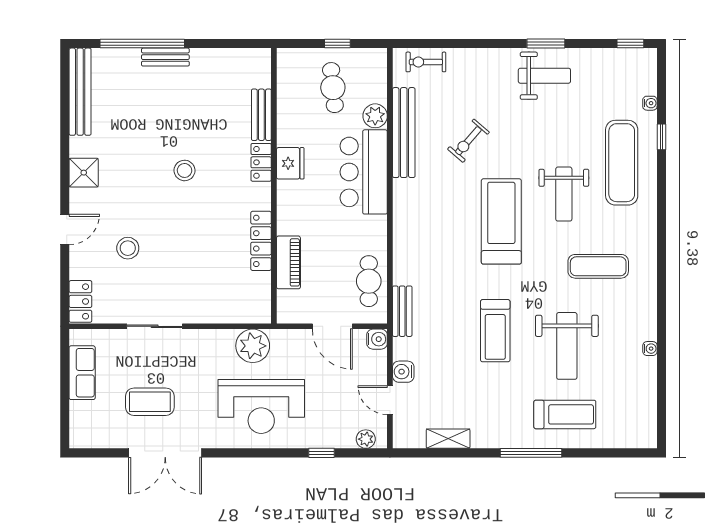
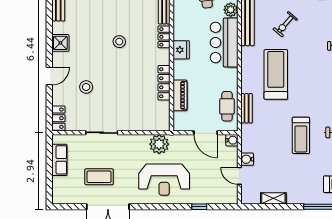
fridge: (290, 163) -> (181, 50), moved
treadmill: (501, 221) -> (276, 74), moved
bench: (402, 311) -> (247, 108), moved
plant: (366, 439) -> (225, 199), removed

